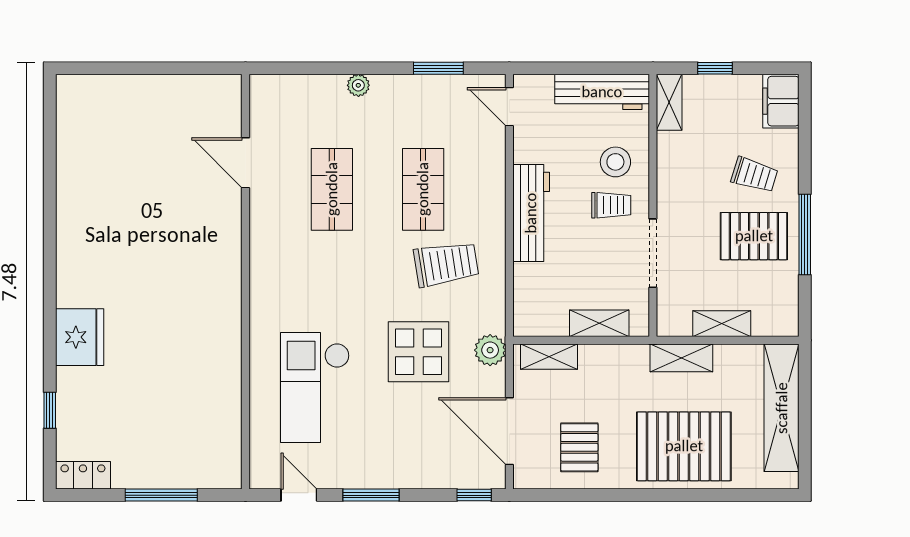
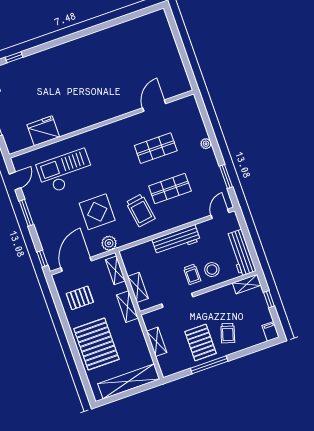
filing cabinet: (781, 101) -> (271, 331), width x0.50
fridge: (80, 337) -> (43, 131), moved, turned 180
shelving: (681, 358) -> (127, 307), moved

